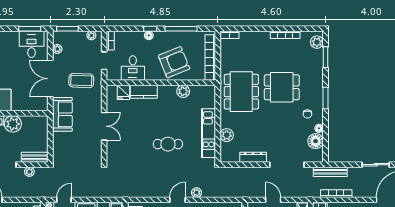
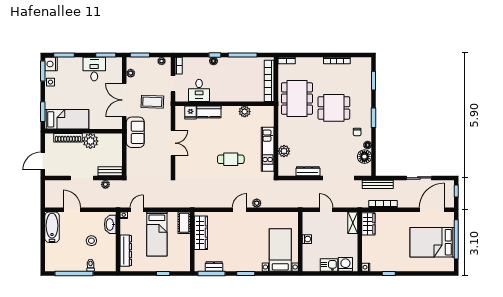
plant: (317, 42) -> (366, 67), removed
desk: (32, 44) -> (94, 69), moved
armchair: (174, 62) -> (236, 85), removed
dining table: (241, 92) -> (297, 99), moved

